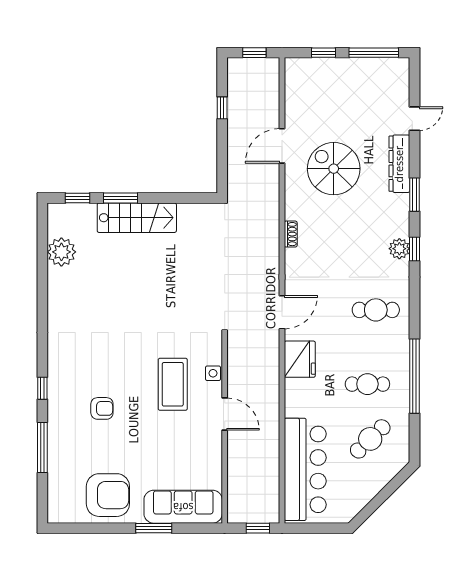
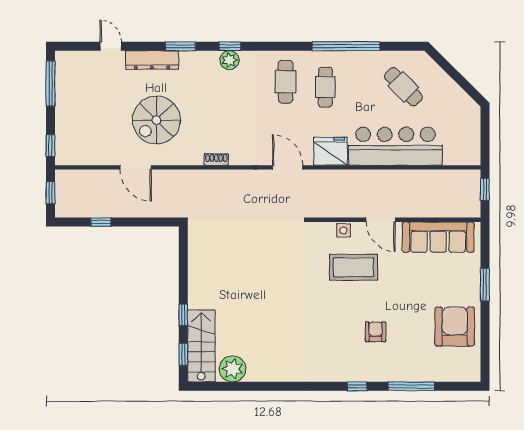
window: (324, 53) -> (50, 146), moved
window: (120, 198) -> (183, 315), width x0.67
stairs: (137, 218) -> (201, 346), moved
cafe table: (367, 384) -> (325, 87), moved
door: (225, 414) -> (381, 220), swing flipped
bar counter: (305, 469) -> (395, 146), moved
sofa: (183, 507) -> (438, 237), moved, turned -90

